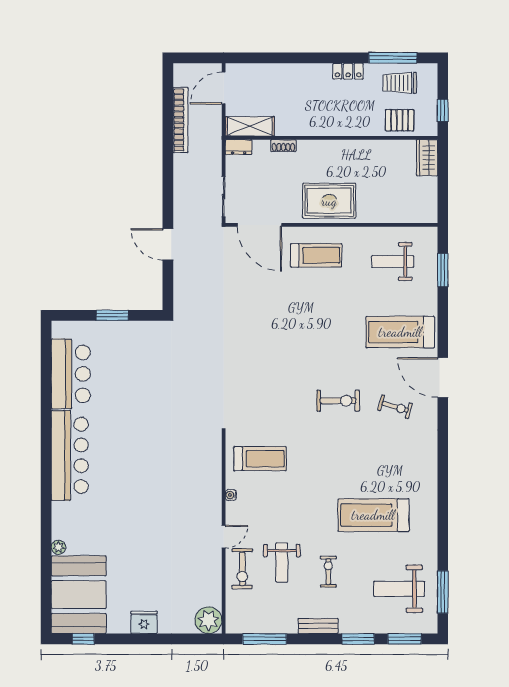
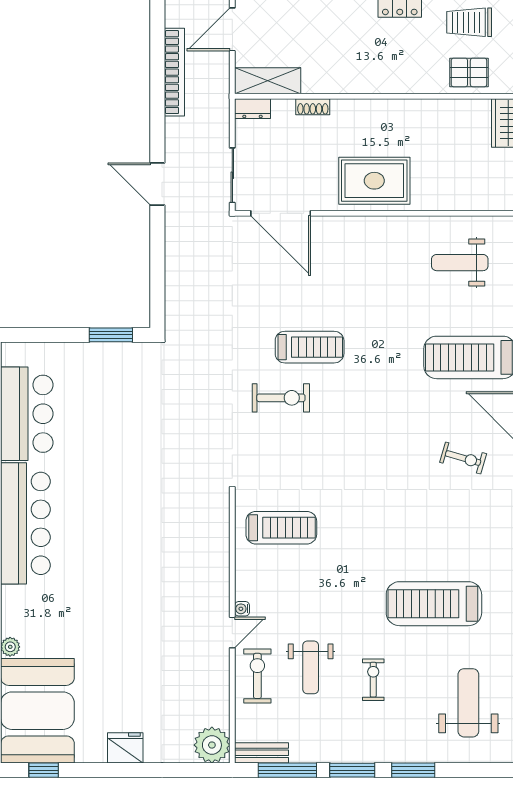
door: (168, 244) -> (157, 184), moved
treadmill: (316, 255) -> (310, 347), moved
window: (112, 315) -> (111, 335), moved
exercise bike: (338, 401) -> (281, 398), moved
water cooler: (231, 495) -> (242, 609), moved
exercise bike: (242, 569) -> (257, 676), turned 180
weight bench: (399, 589) -> (468, 703), turned 90
bench: (318, 626) -> (261, 753), moved
window: (405, 639) -> (352, 770), moved

